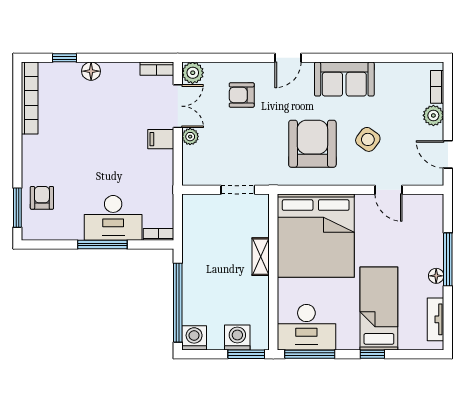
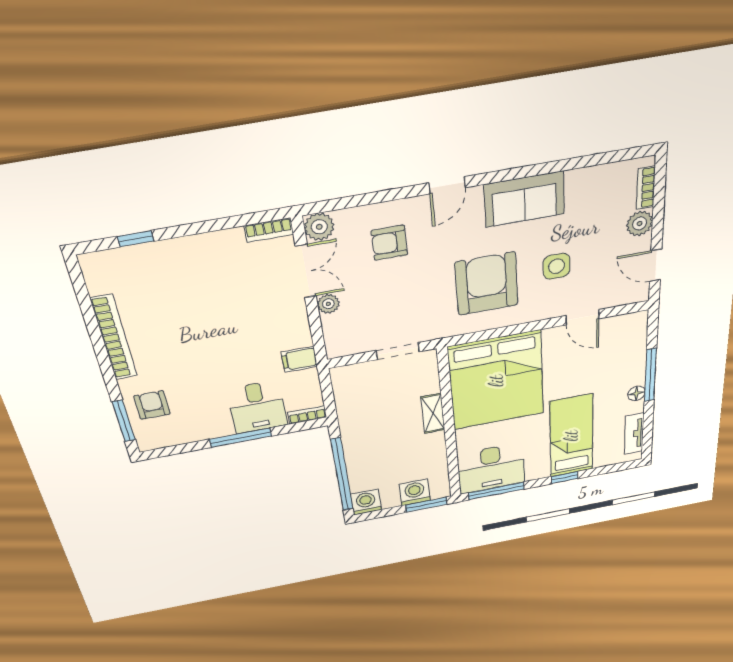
floor lamp: (91, 71) -> (178, 249), removed
bookcase: (30, 98) -> (114, 338), moved
filing cabinet: (161, 139) -> (299, 359), moved
side table: (368, 139) -> (557, 266), turned -36
desk: (113, 218) -> (257, 407), width x0.73

